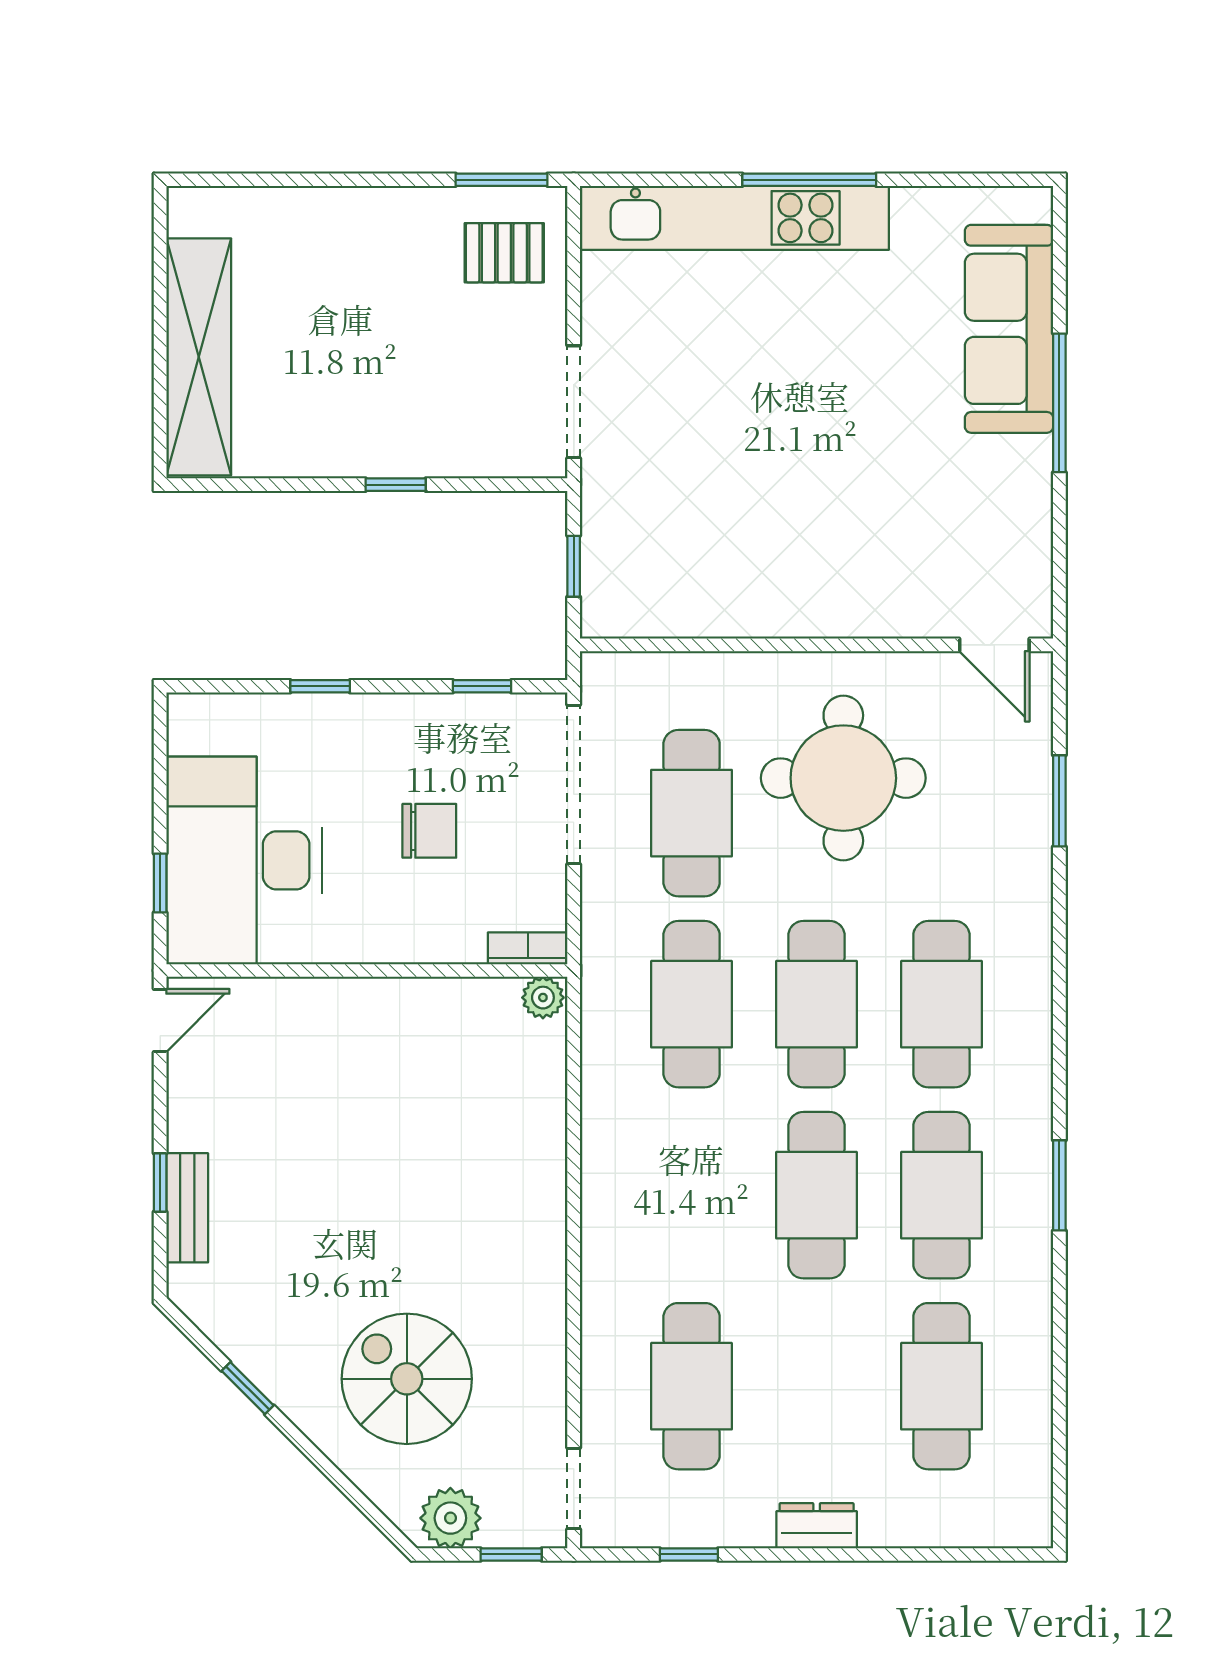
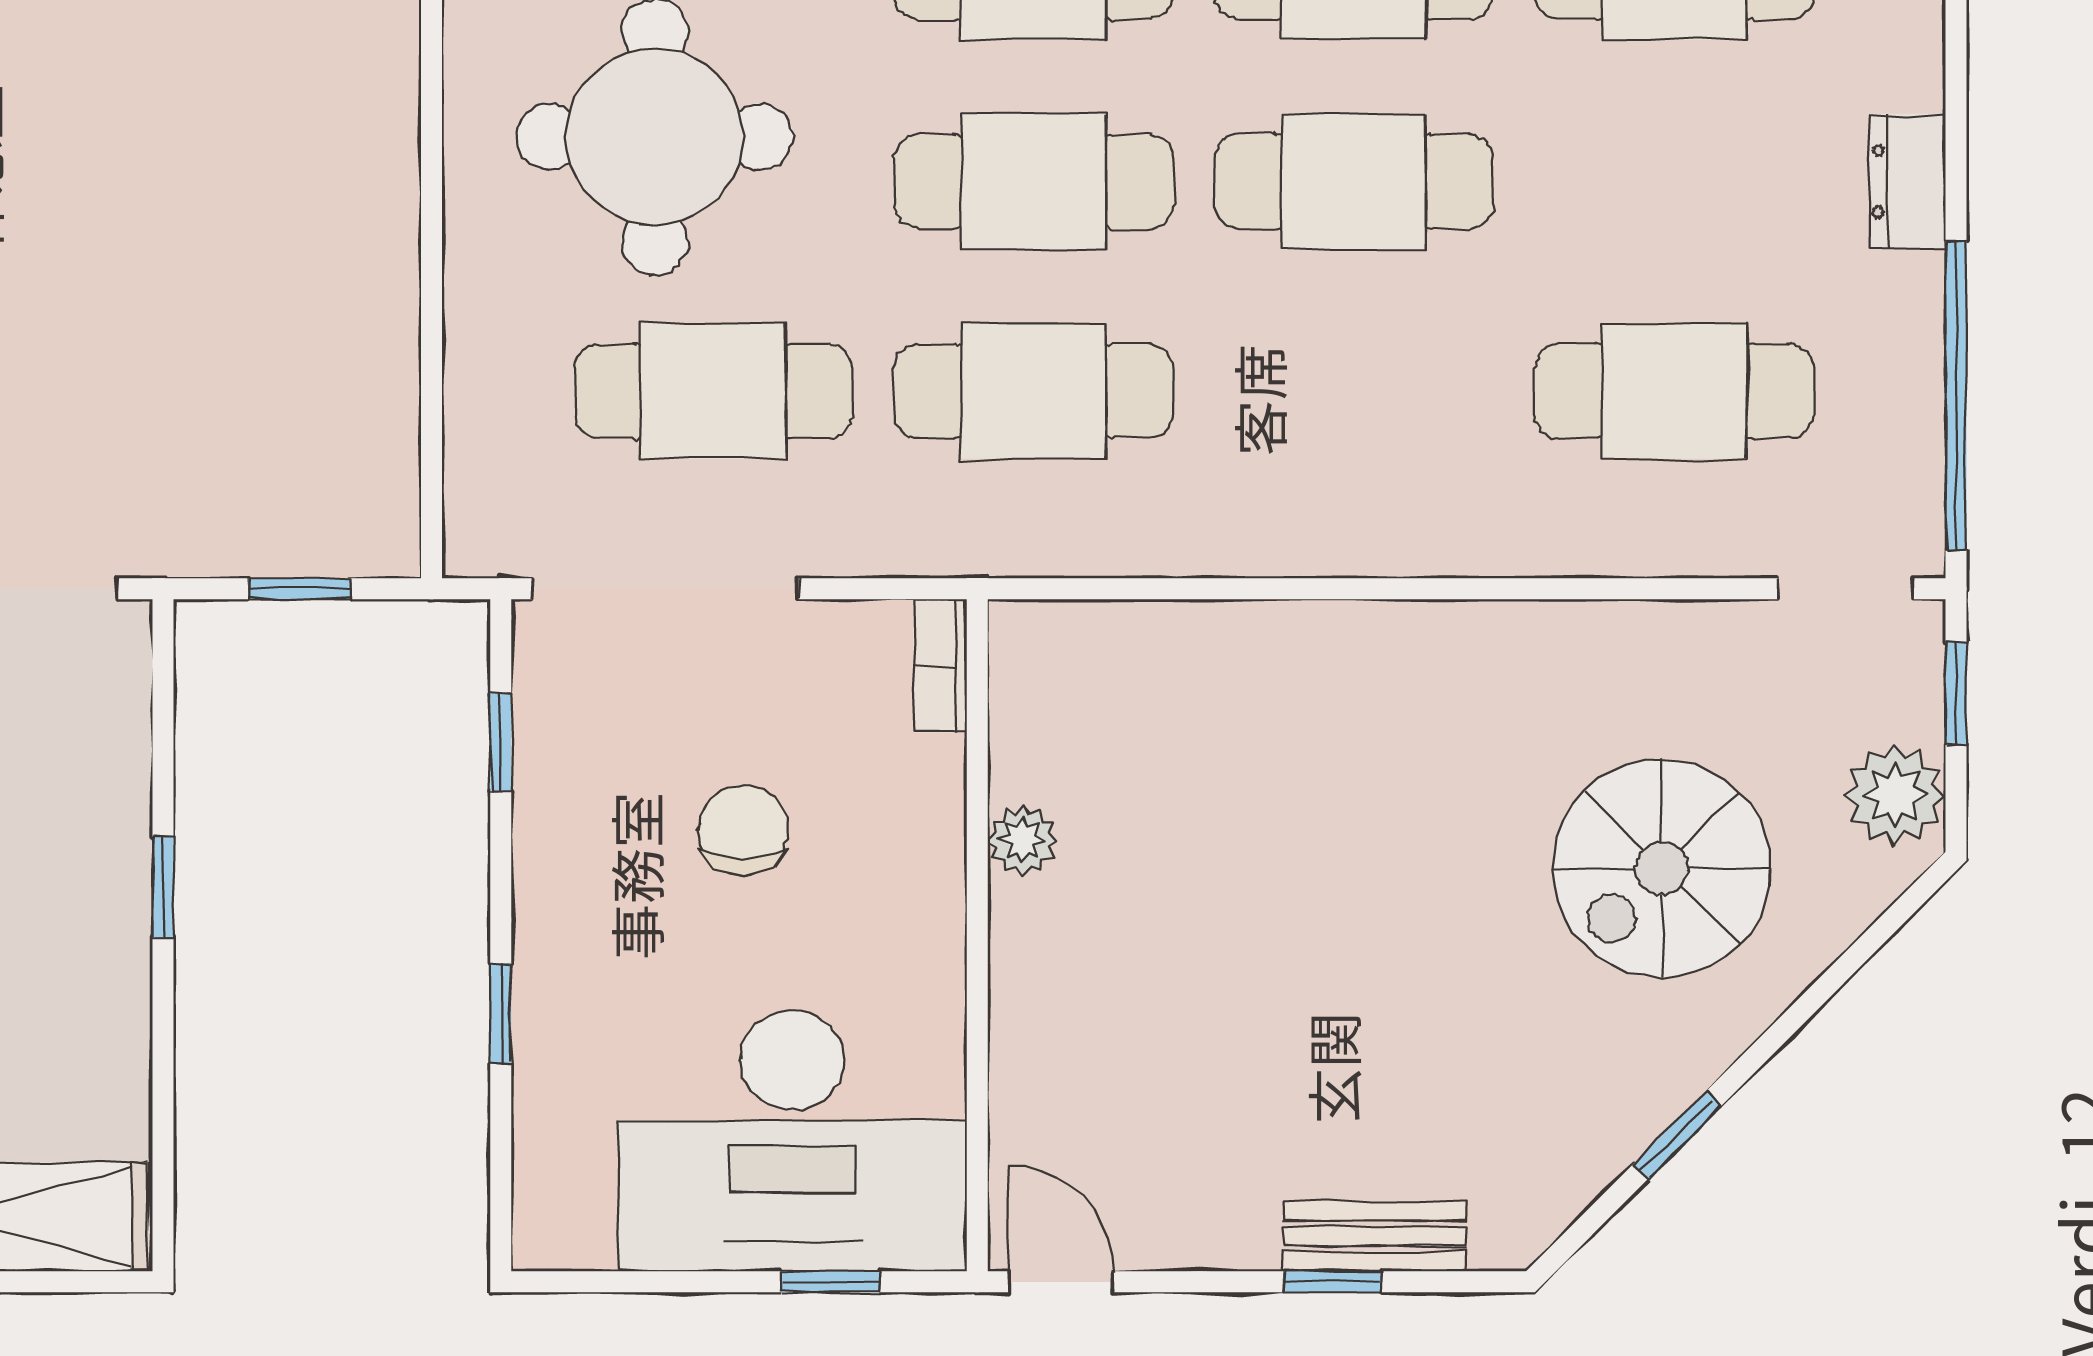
plant: (543, 998) -> (1023, 840), moved
window: (689, 1554) -> (1956, 395), width x3.17

